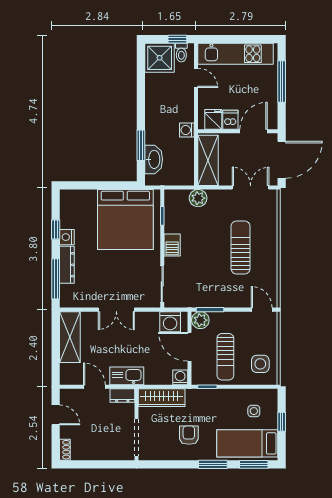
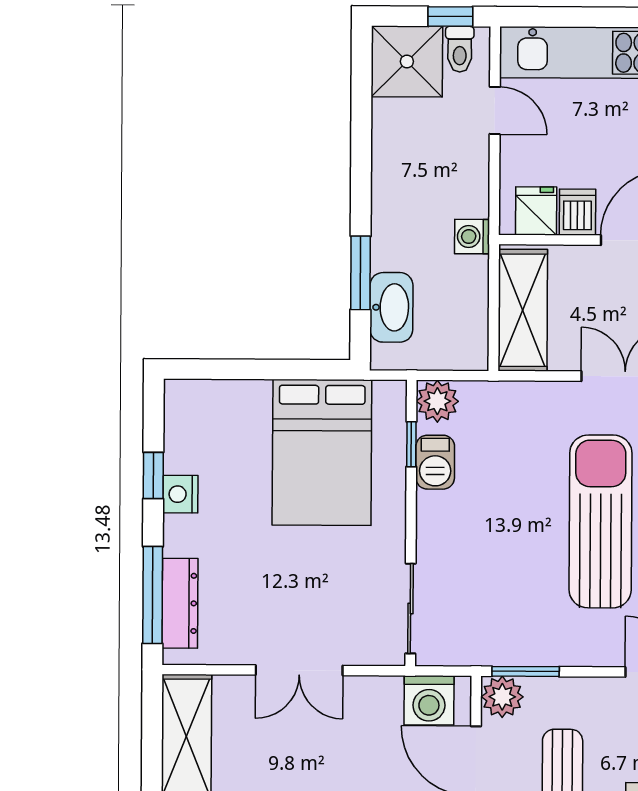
plant: (198, 198) -> (437, 401), moved
bed: (125, 220) -> (322, 452), width x0.73
barbecue: (172, 245) -> (435, 462), moved
sun lounger: (241, 247) -> (600, 521), width x1.36, depth x1.34
dresser: (67, 265) -> (180, 603), moved

